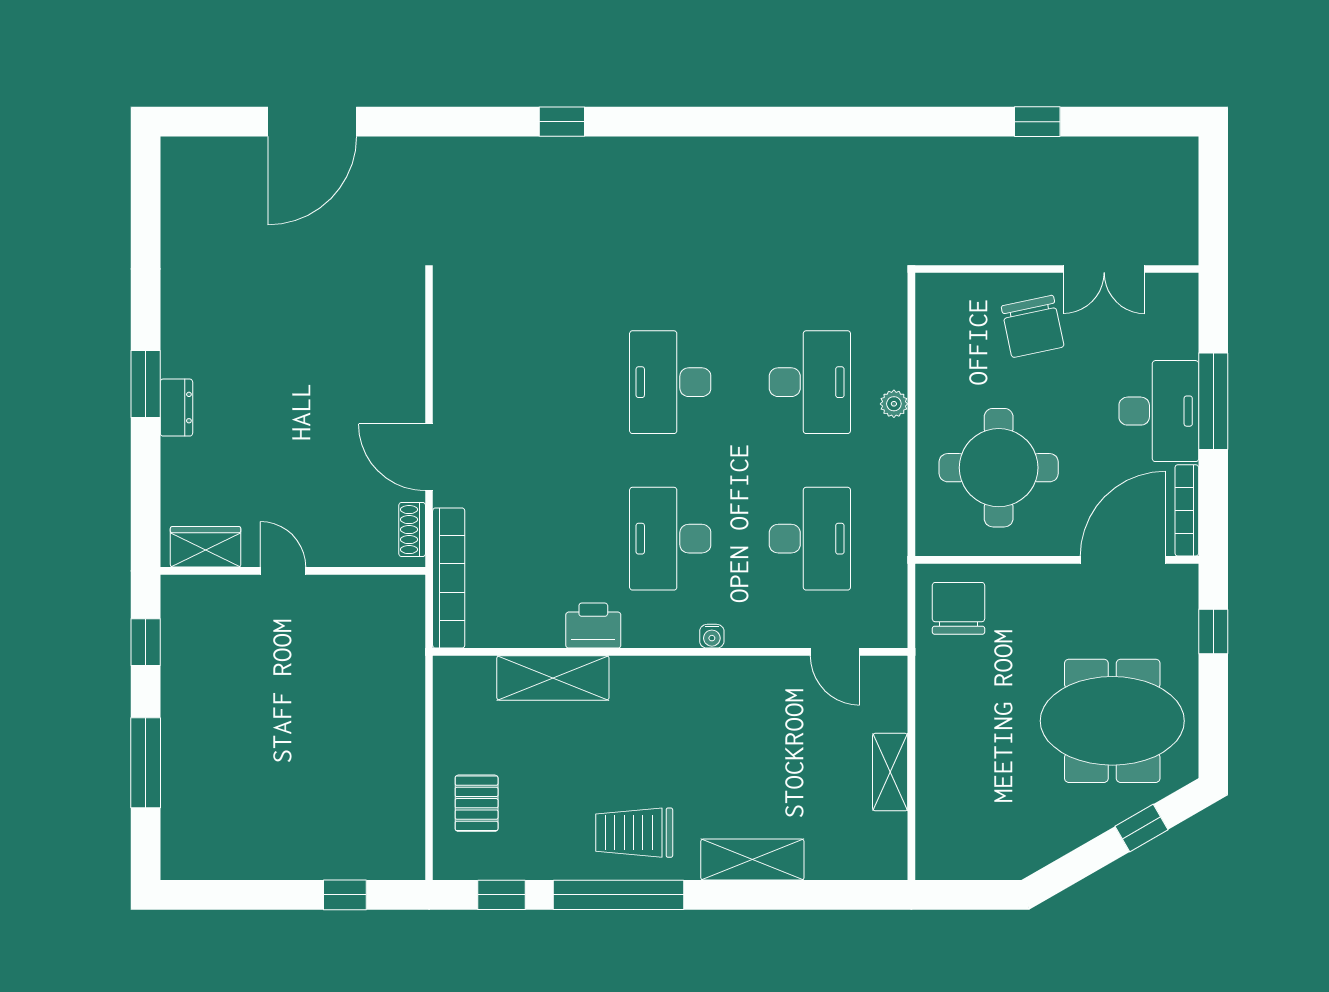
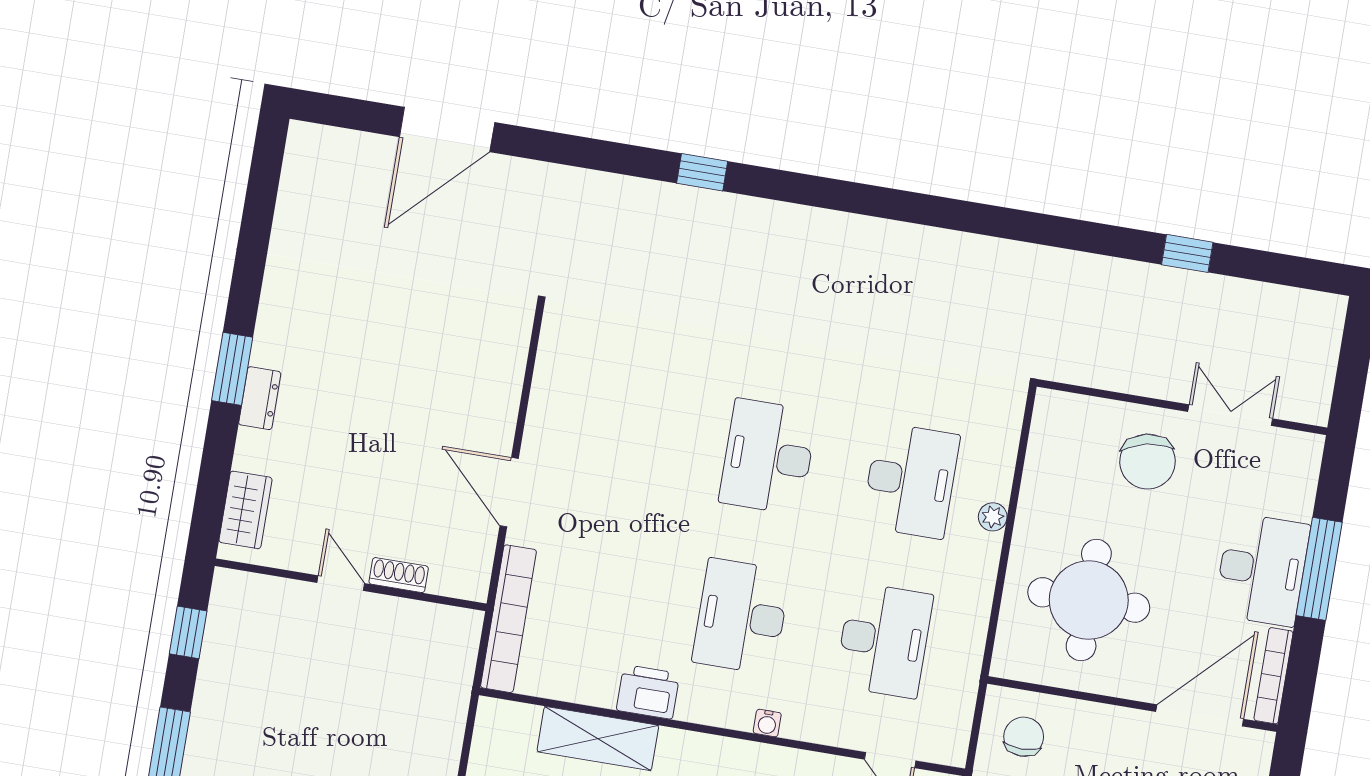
double door: (1104, 269) -> (1230, 415), swing flipped
shoe rack: (412, 530) -> (399, 575), moved, turned 90
wardrobe: (206, 547) -> (245, 510), moved, turned 90
chair: (958, 608) -> (1024, 737), width x0.73, depth x0.73

